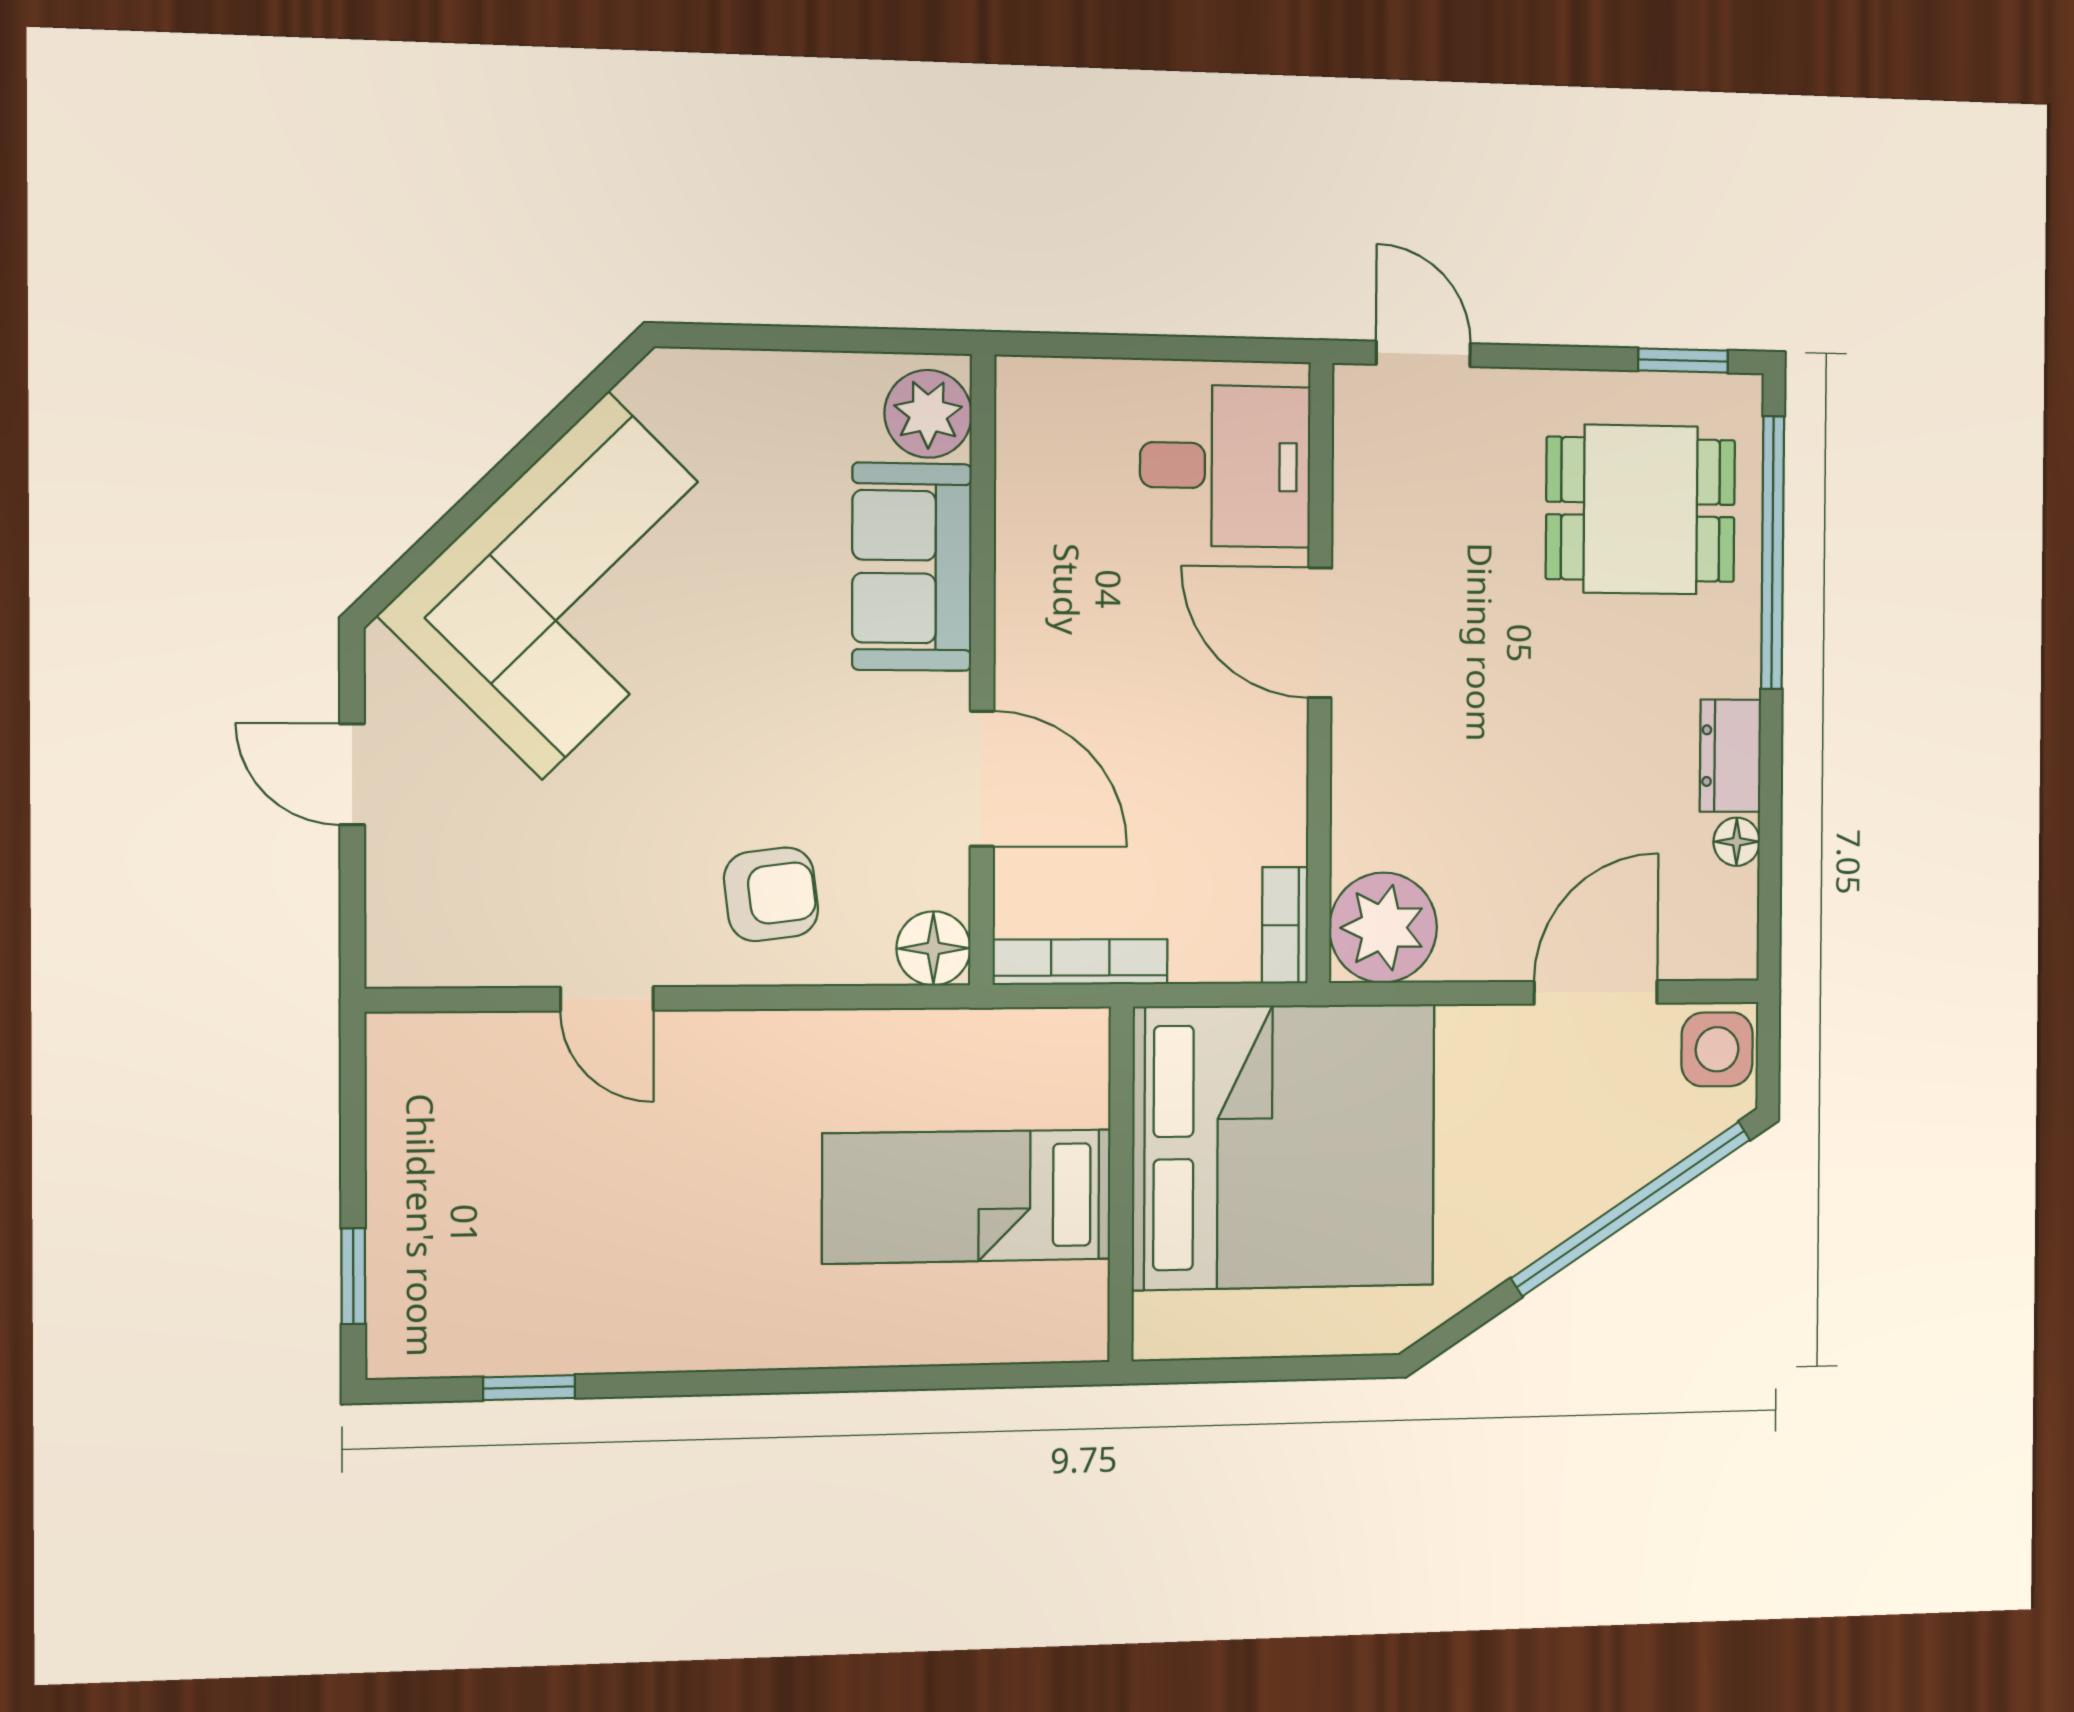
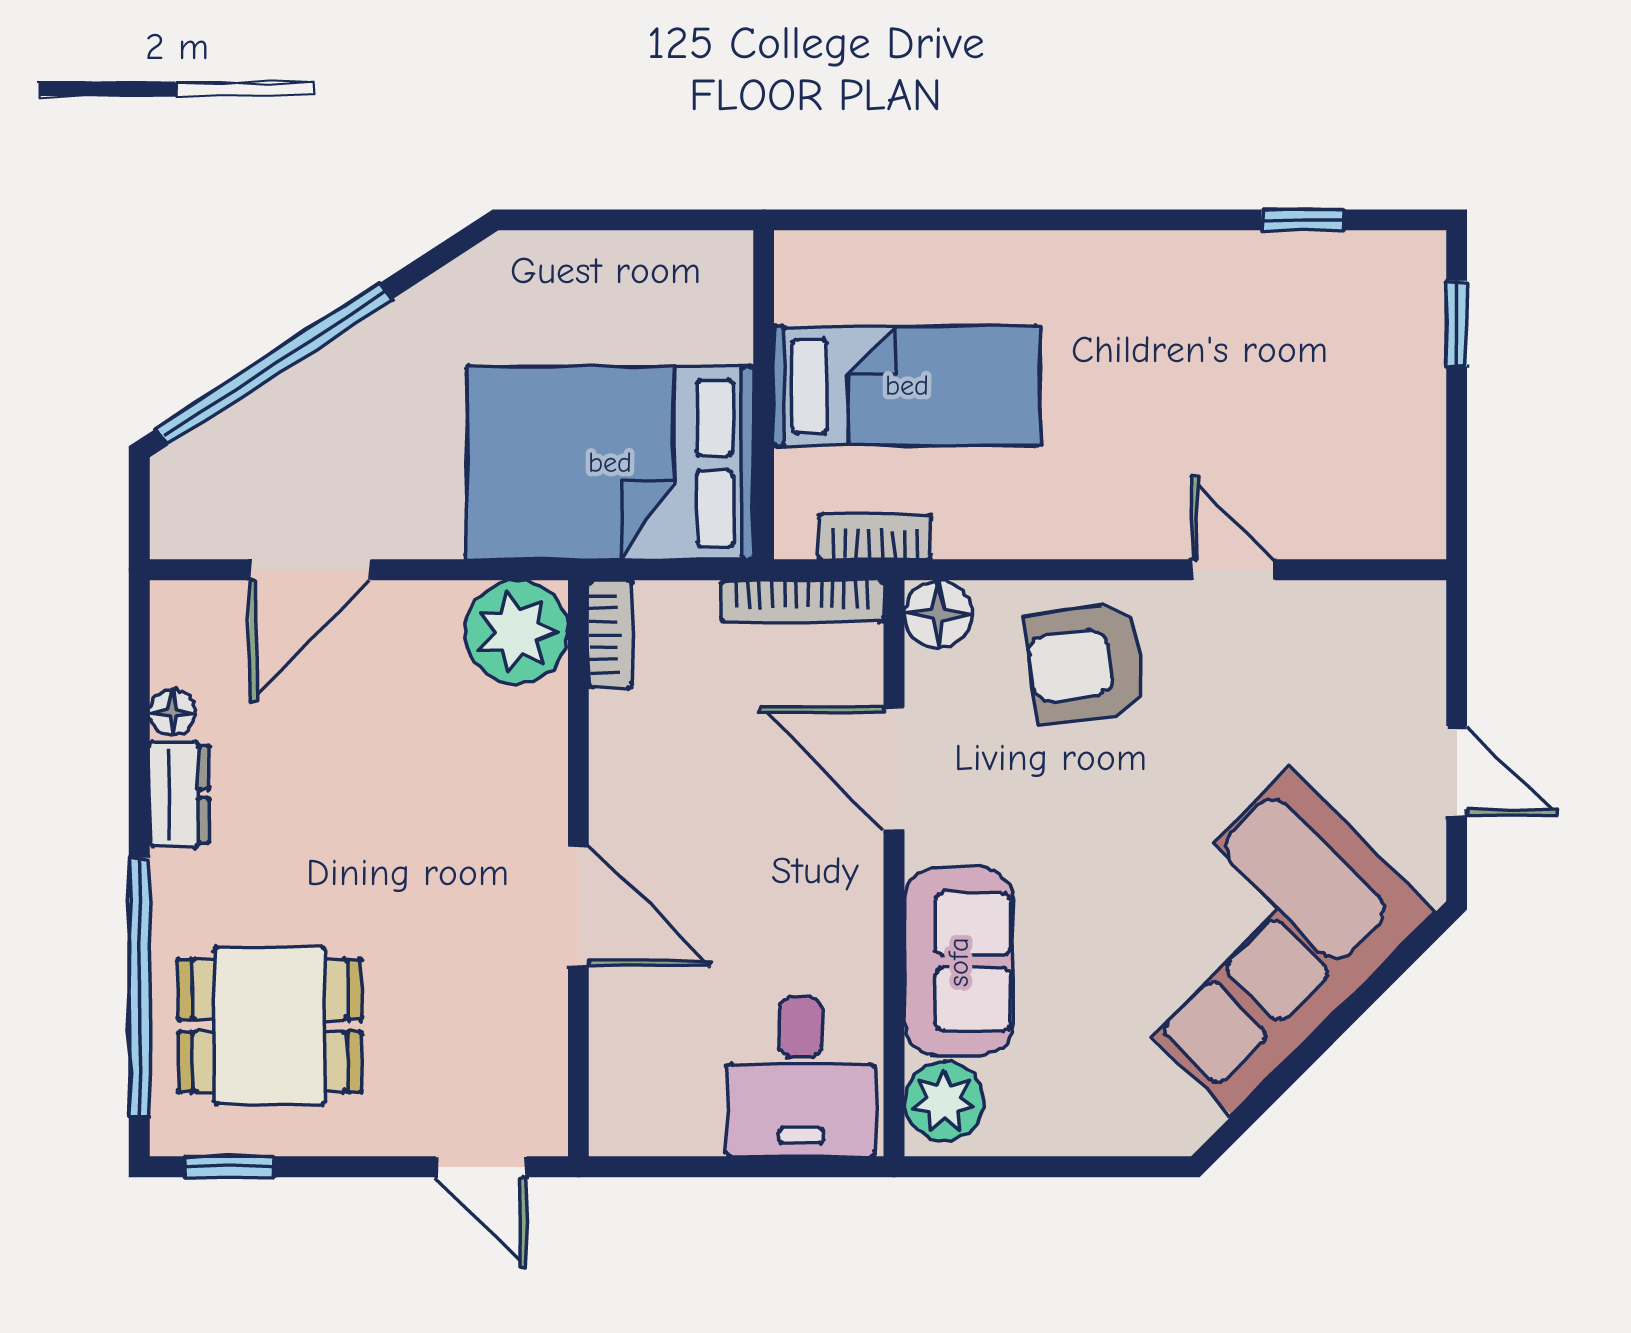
desk: (1225, 466) -> (801, 1077), moved, turned -90
armchair: (771, 894) -> (1086, 664), width x1.38, depth x1.38
bookcase: (1002, 1032) -> (875, 537), added
side table: (1717, 1049) -> (190, 515), removed
bed: (1284, 1147) -> (610, 463), width x0.73

